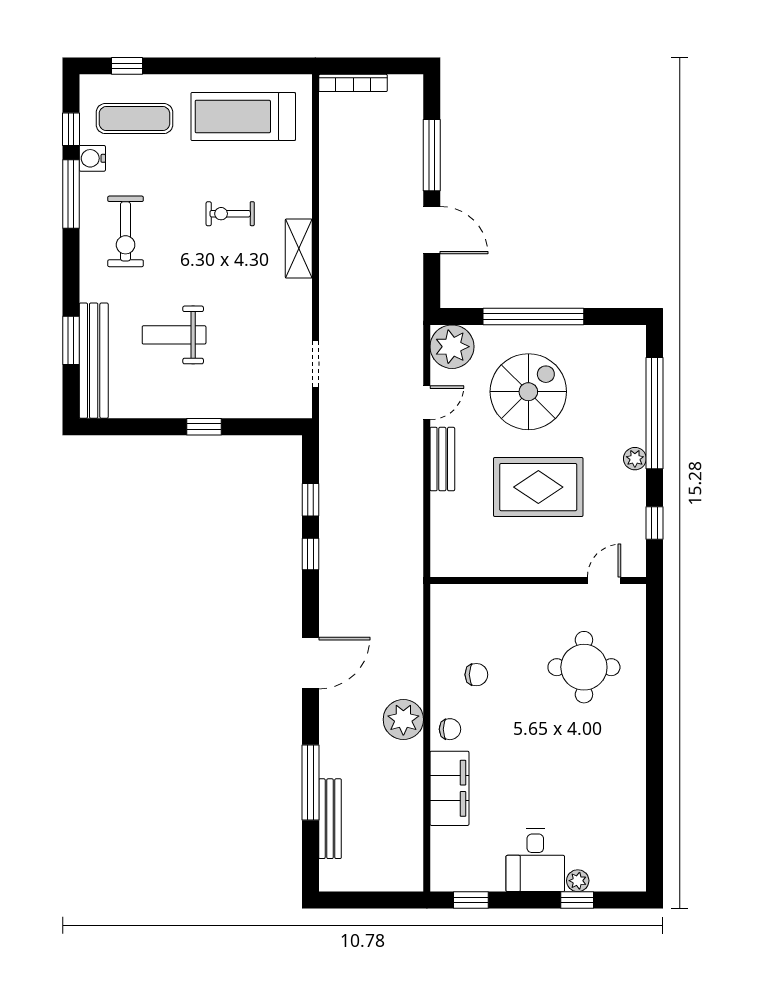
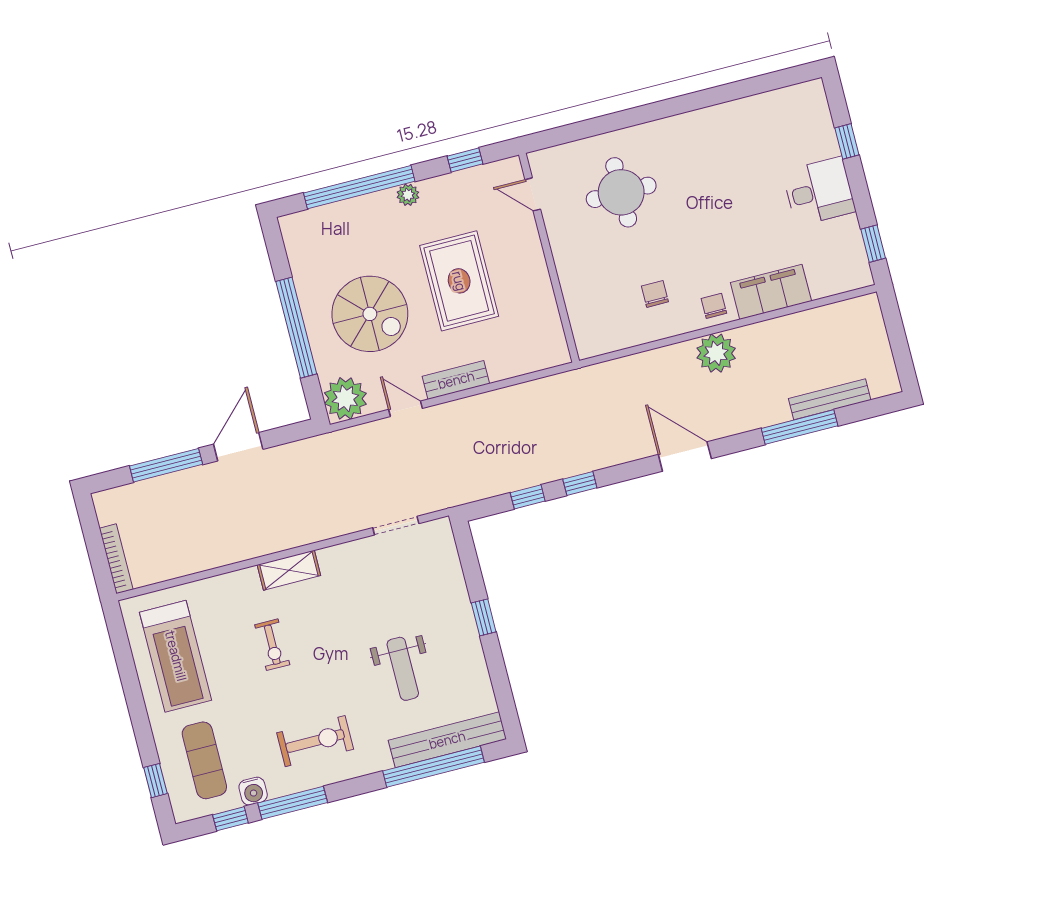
window: (71, 340) -> (434, 767), width x2.11
spiral stairs: (528, 392) -> (370, 314), turned 180
plant: (578, 881) -> (828, 146), removed

